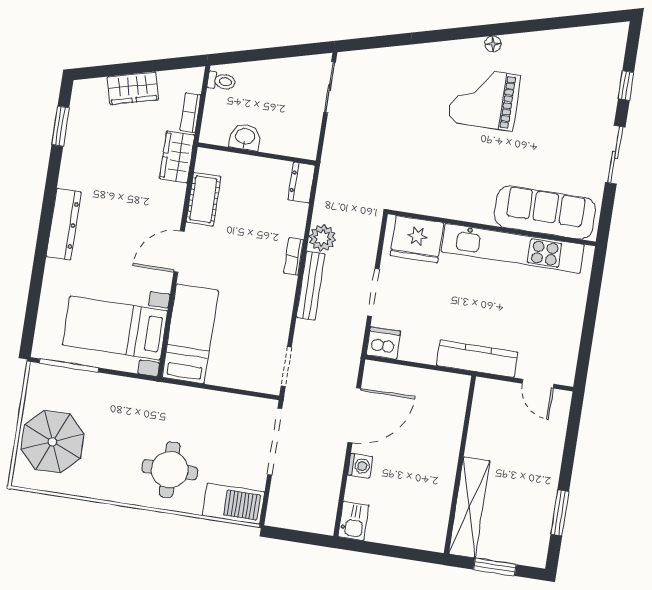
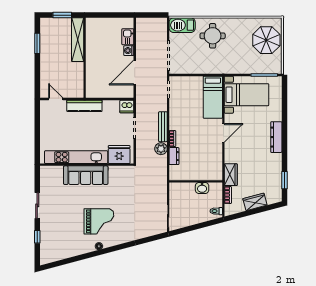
dresser: (301, 183) -> (174, 156), moved
cot: (203, 199) -> (216, 158), removed
sofa: (545, 212) -> (86, 175), moved
kitchen sink: (354, 521) -> (128, 37), moved

